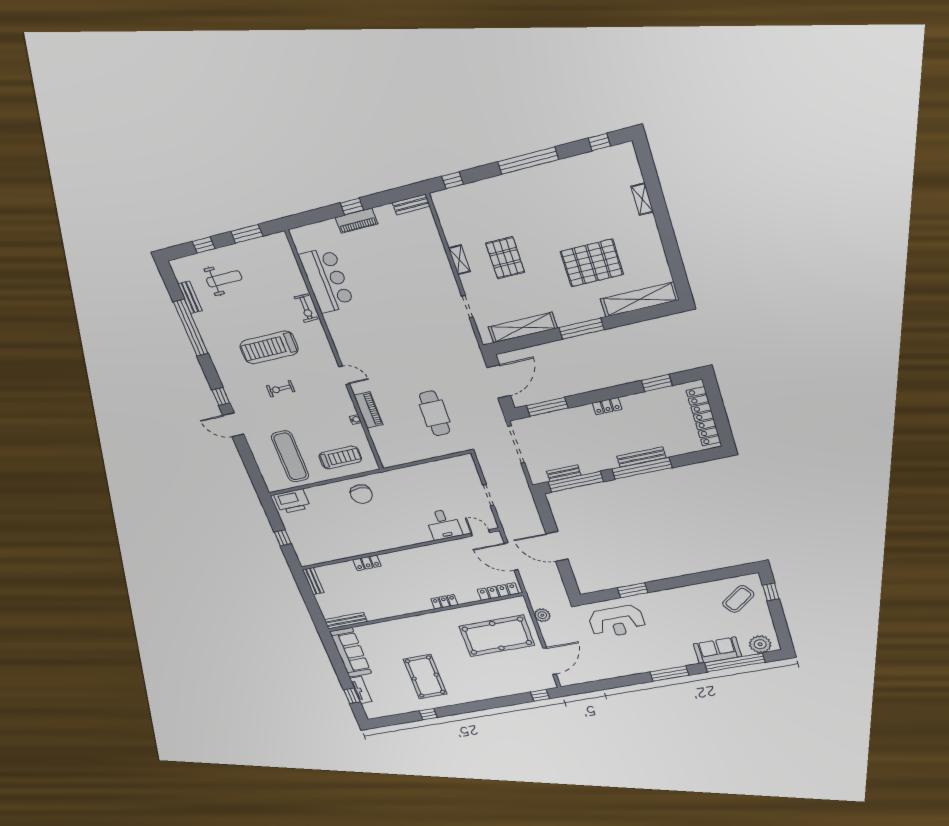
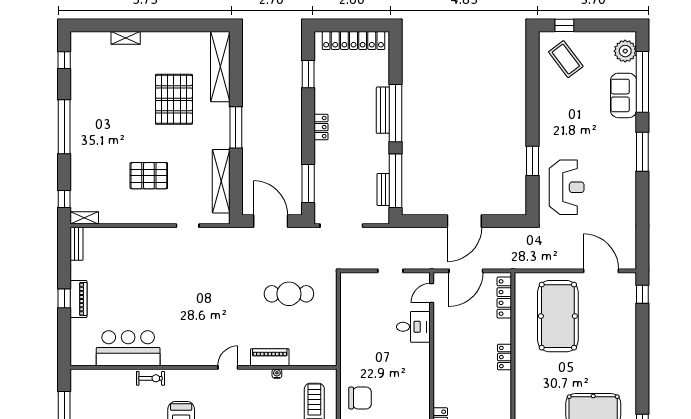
shelving: (459, 260) -> (84, 218), moved
plant: (542, 615) -> (543, 261), removed

